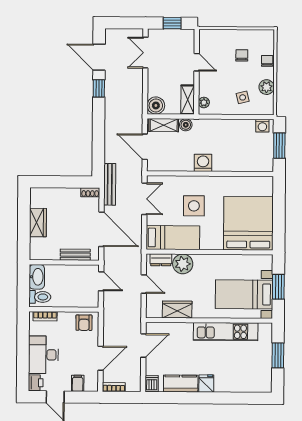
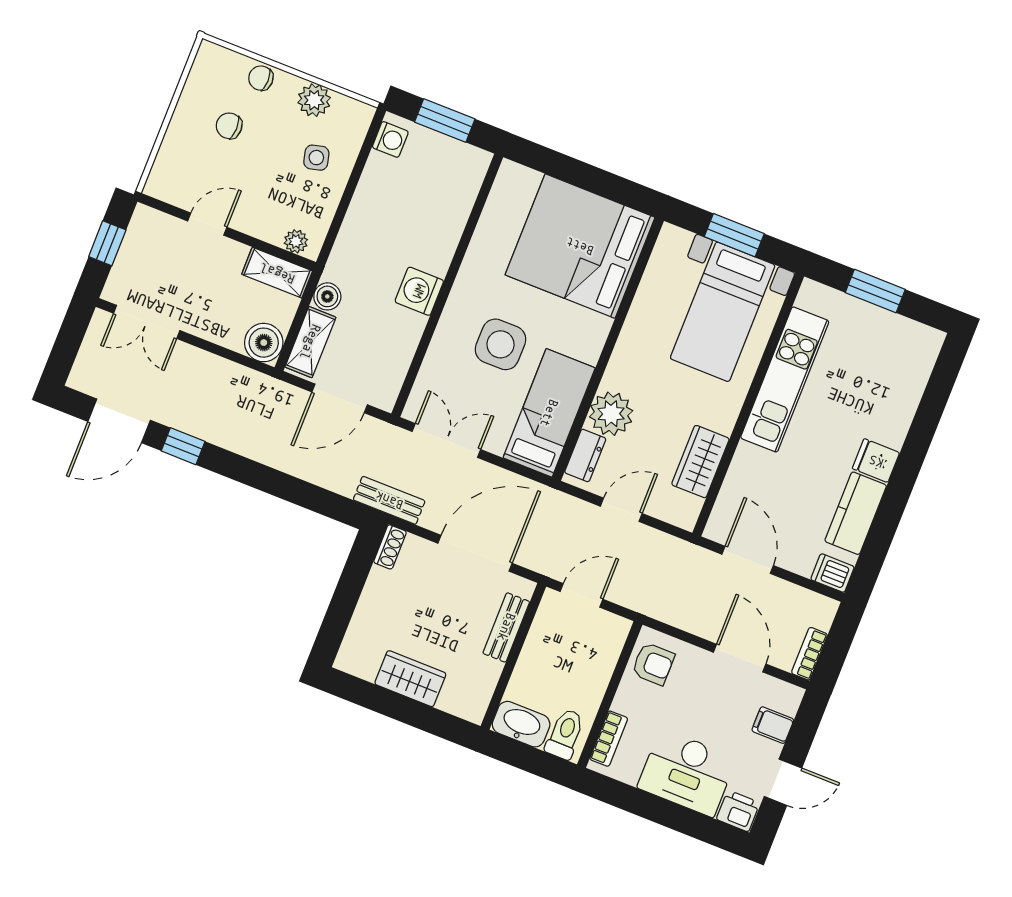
bench: (110, 184) -> (389, 500), width x0.73

